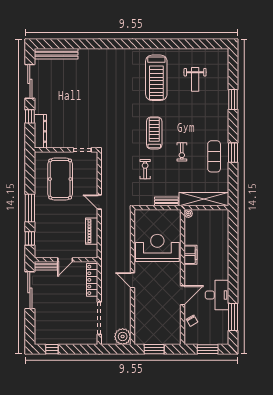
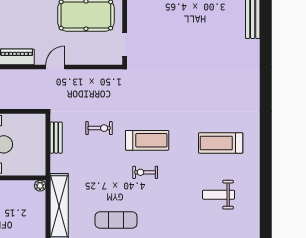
treadmill: (156, 78) -> (221, 143), width x0.73, depth x0.73
exercise bike: (182, 152) -> (145, 172), moved
bench: (166, 201) -> (56, 138), moved

